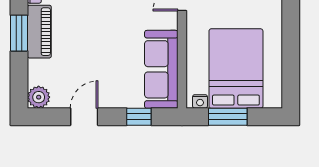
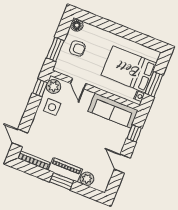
plant: (39, 97) -> (87, 179), moved

